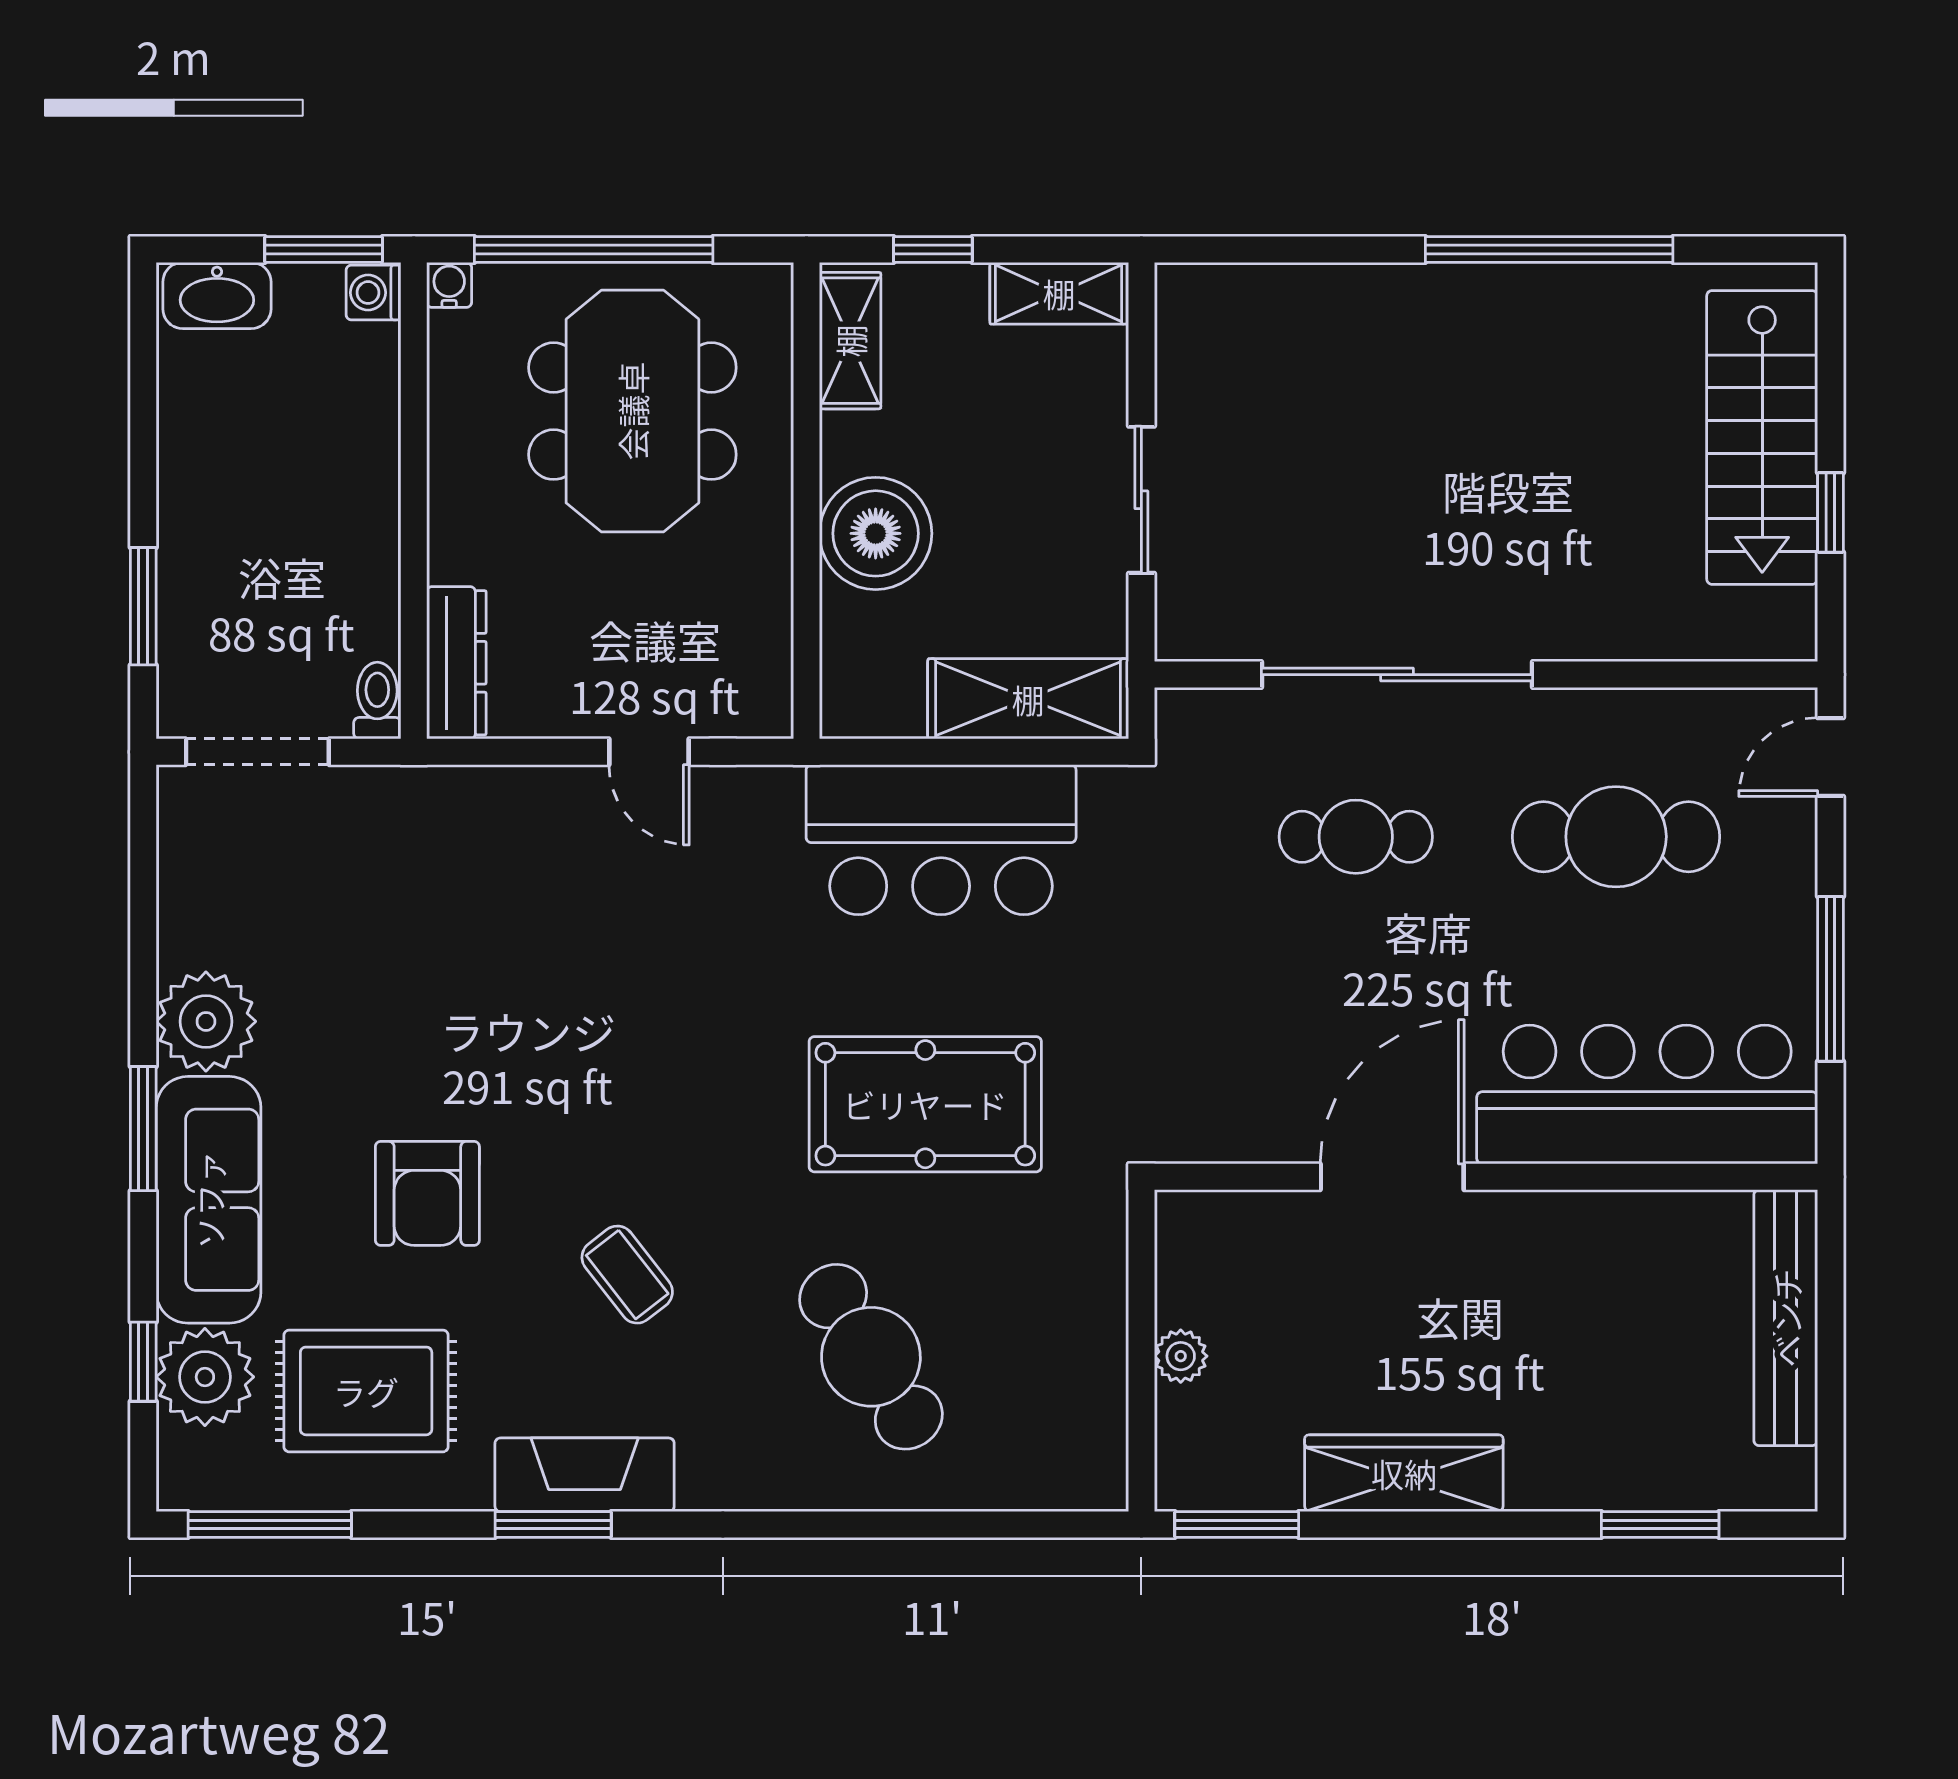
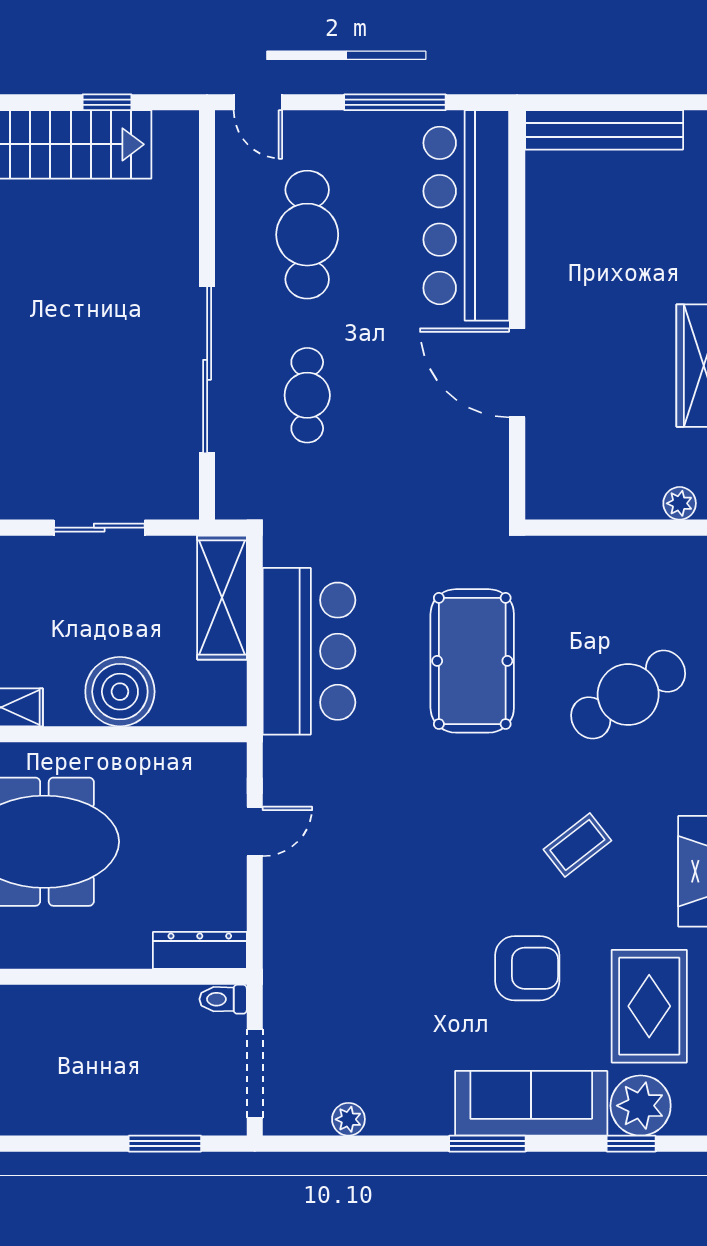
plant: (206, 1021) -> (348, 1119), moved, width x0.53, depth x0.53
plant: (1181, 1356) -> (680, 503), moved

